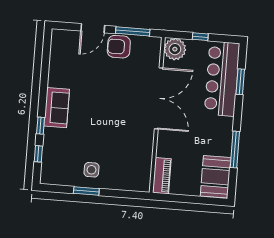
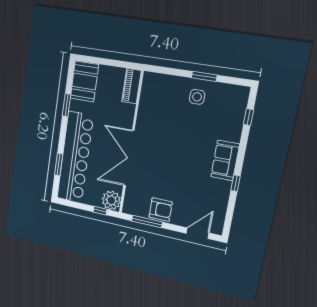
door: (93, 28) -> (198, 233), moved
window: (200, 37) -> (100, 211), moved
bar counter: (222, 79) -> (75, 157), width x1.36
window: (41, 126) -> (236, 183), moved
window: (235, 149) -> (66, 105), width x0.69

